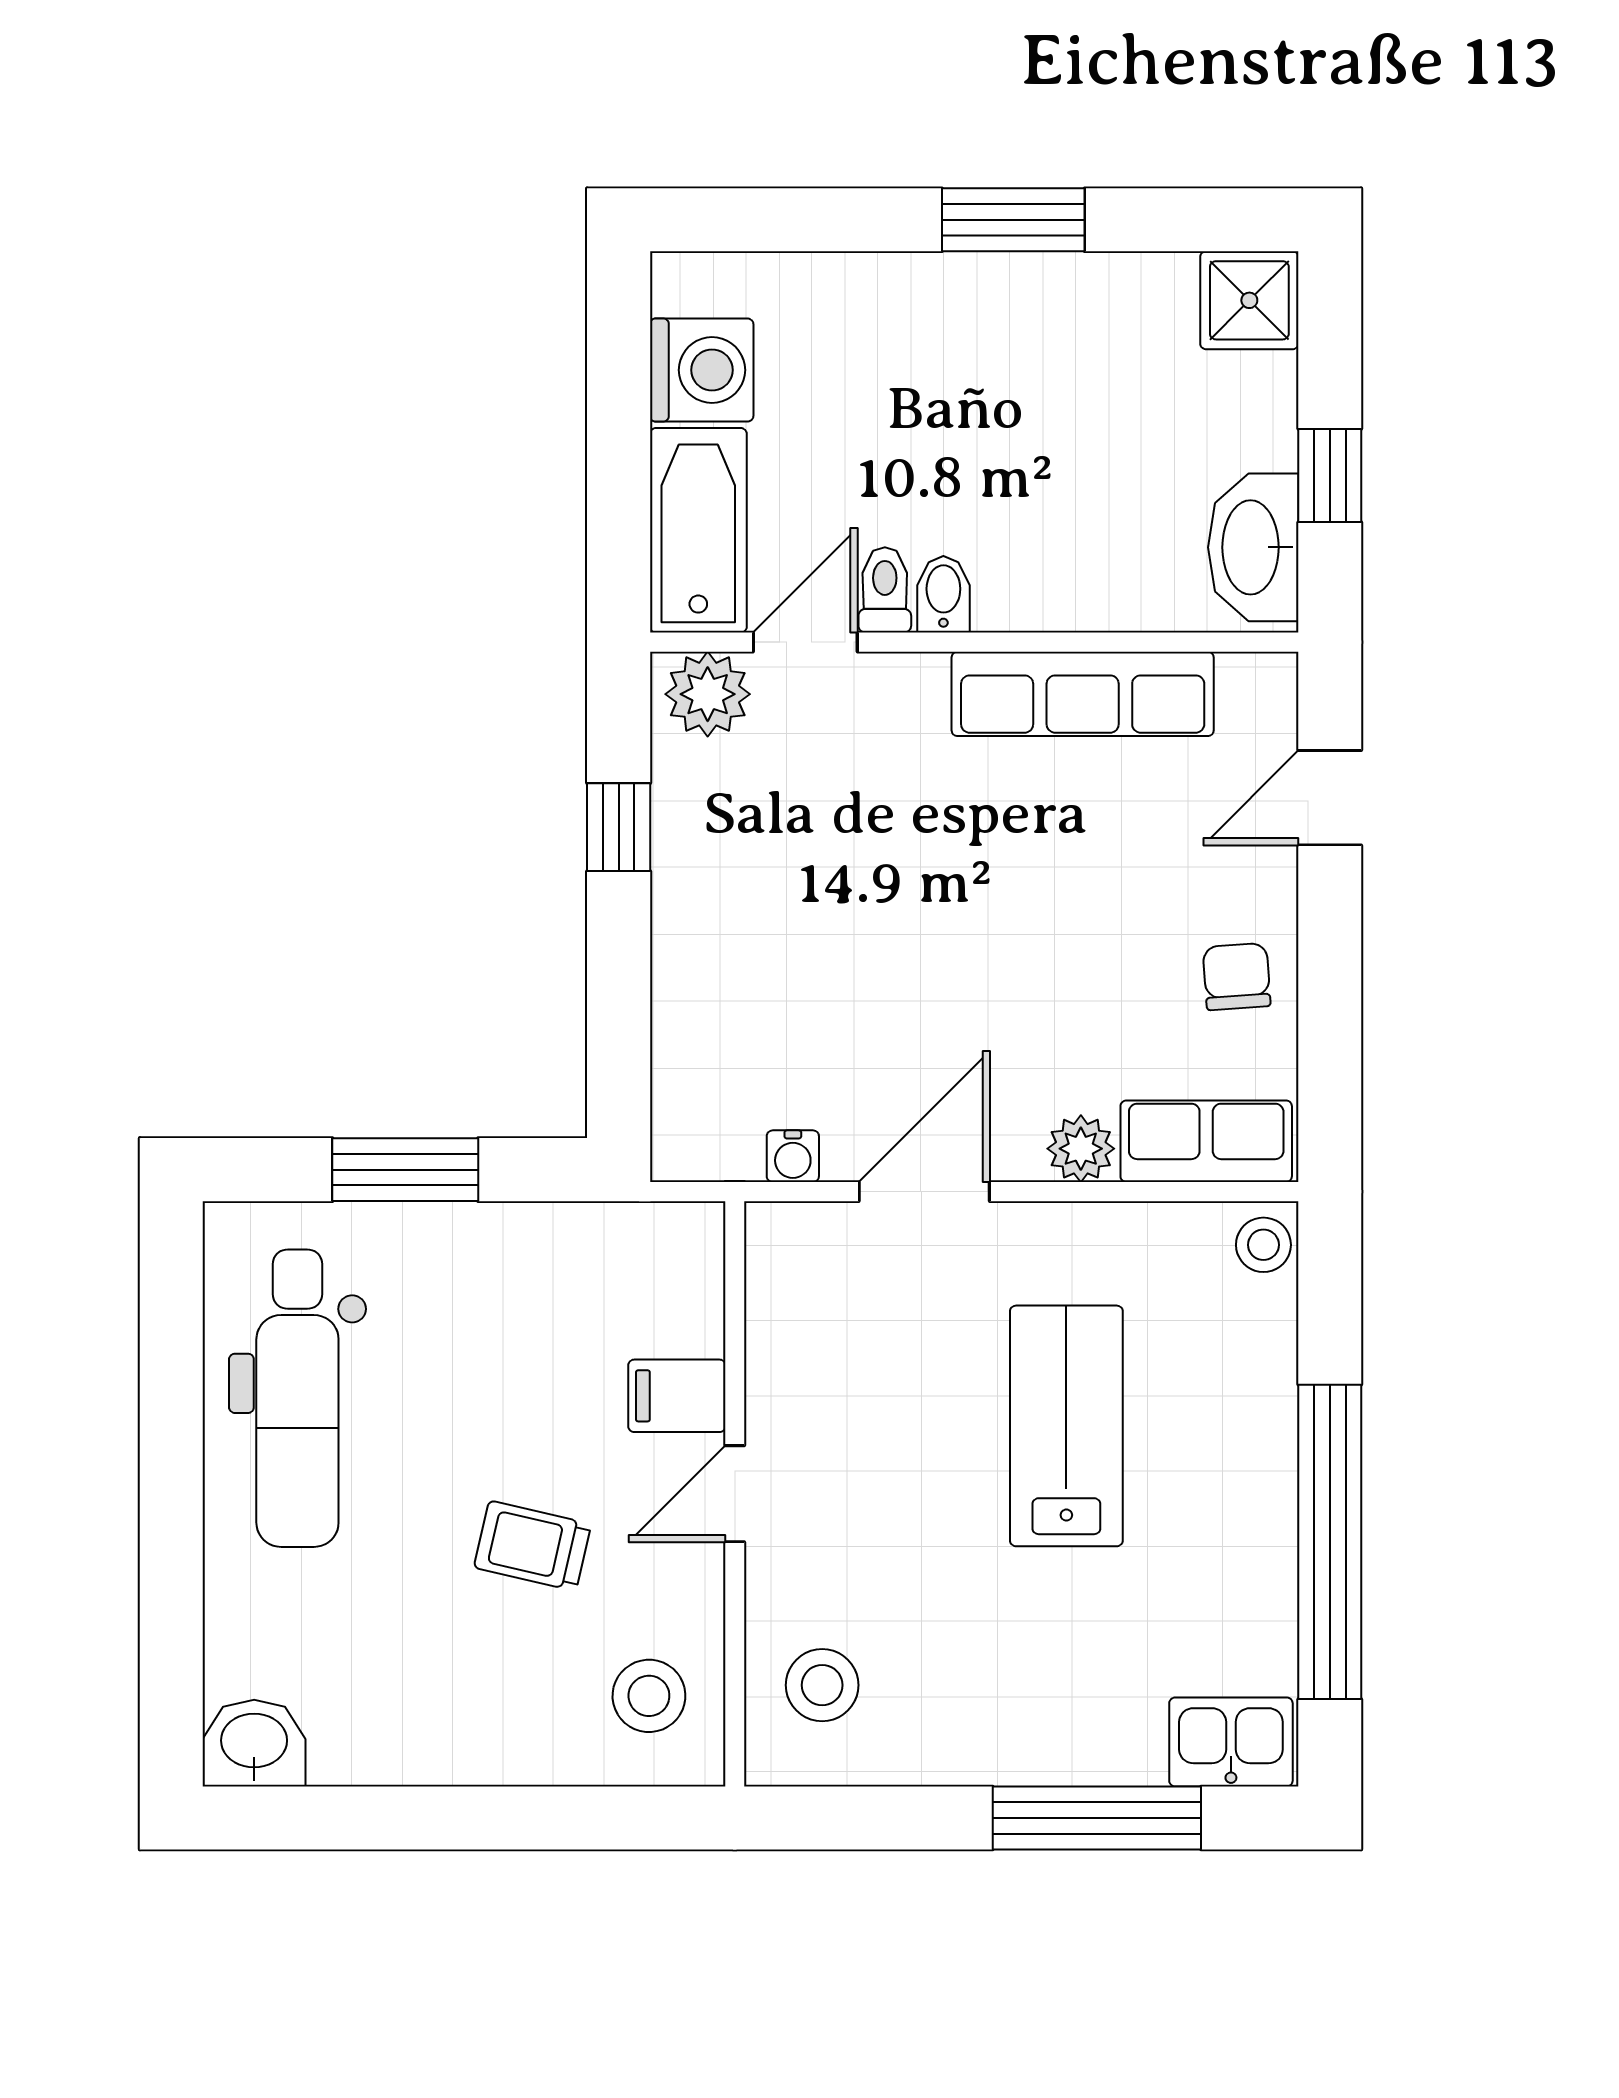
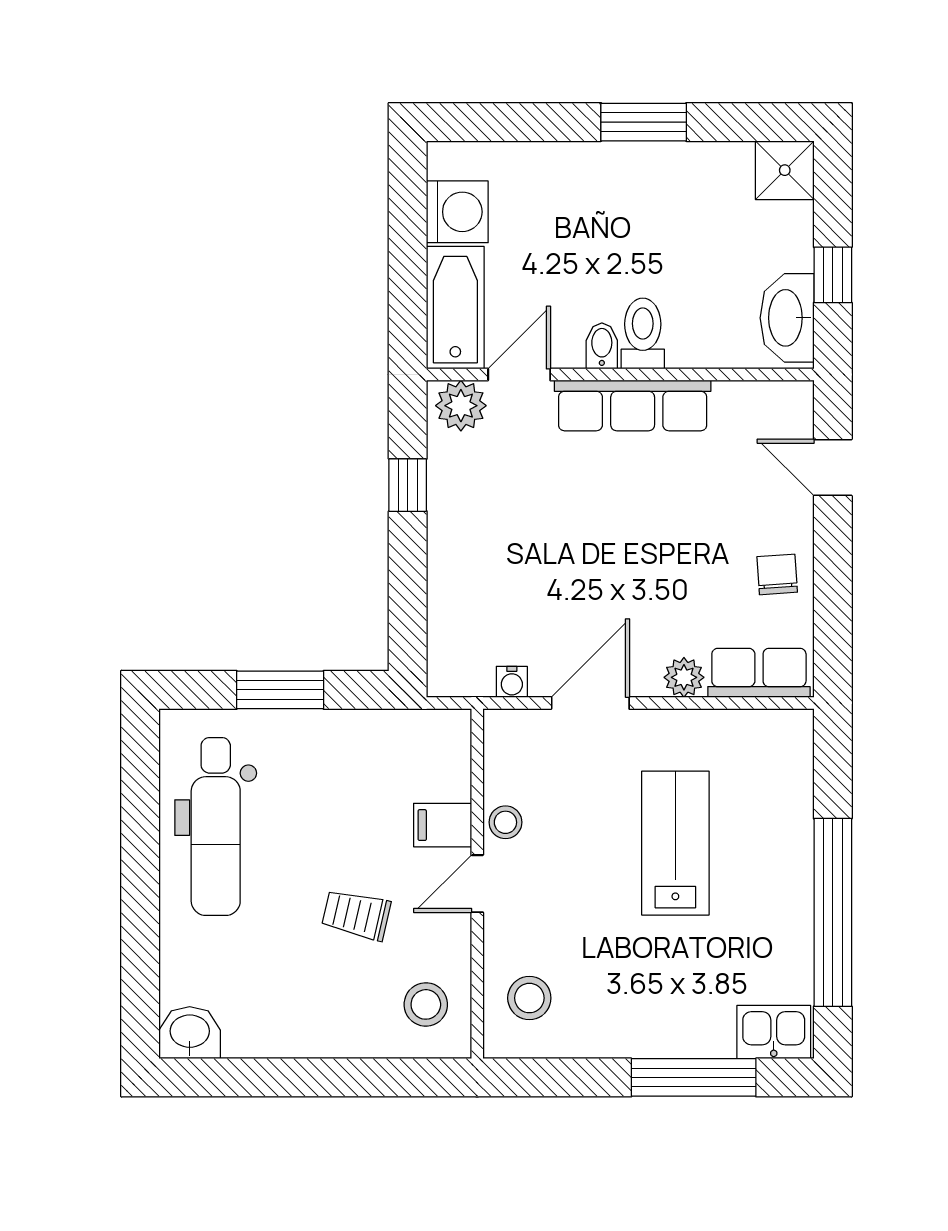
toilet: (885, 590) -> (643, 333), moved, width x1.37, depth x1.39
row of seats: (1083, 694) -> (633, 405), moved
door: (1330, 798) -> (833, 468), hinge flipped
stool: (1263, 1245) -> (505, 822), moved

